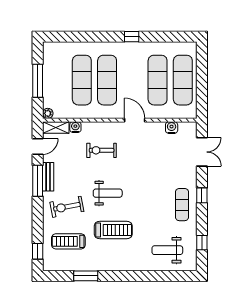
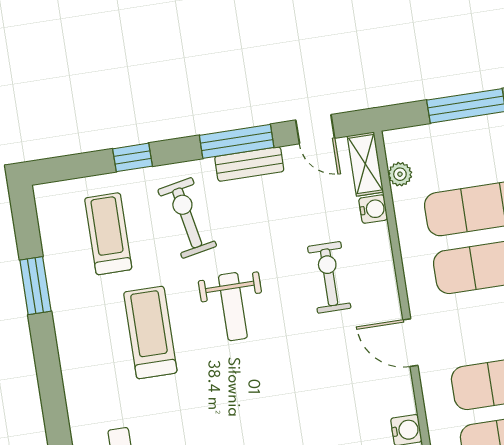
plant: (48, 113) -> (400, 174), moved
door: (135, 120) -> (410, 343), swing flipped
treadmill: (113, 230) -> (150, 332), turned 180
window: (38, 251) -> (132, 157), moved

